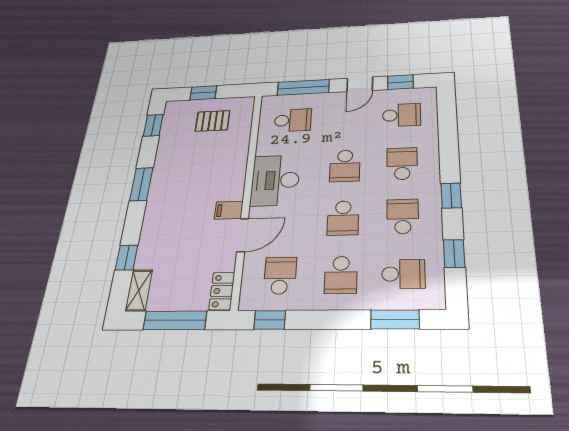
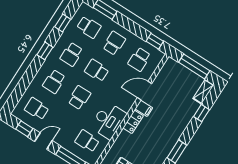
desk: (275, 180) -> (108, 120), moved
school desk: (343, 218) -> (97, 70), turned -90
school desk: (403, 274) -> (89, 27), turned 180
locker: (222, 291) -> (133, 122), moved

